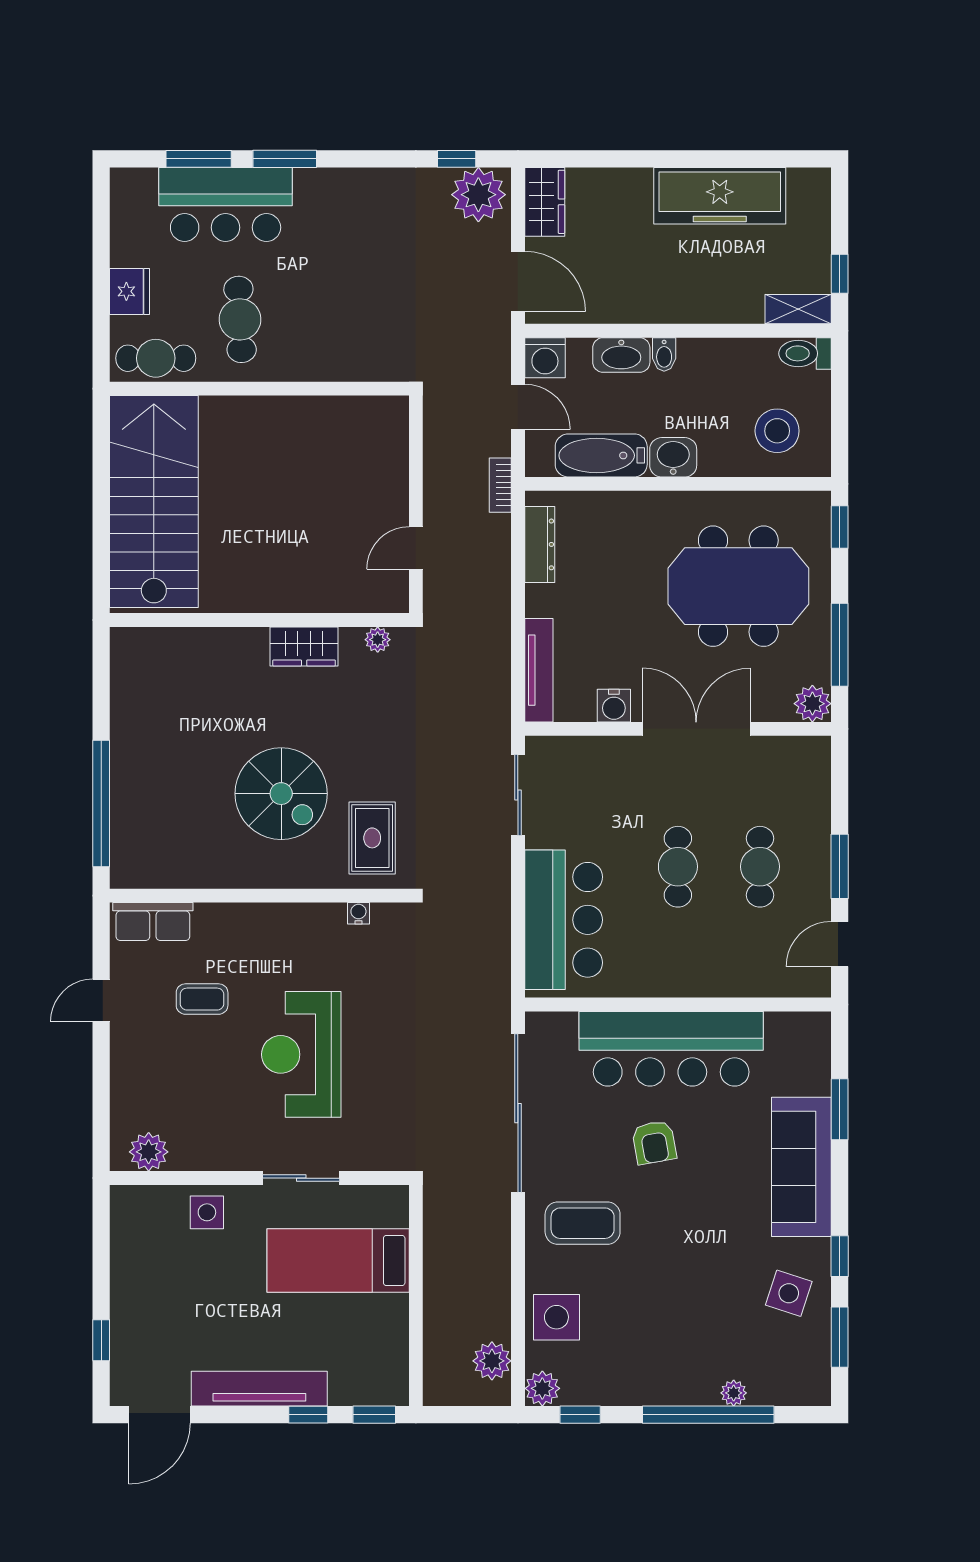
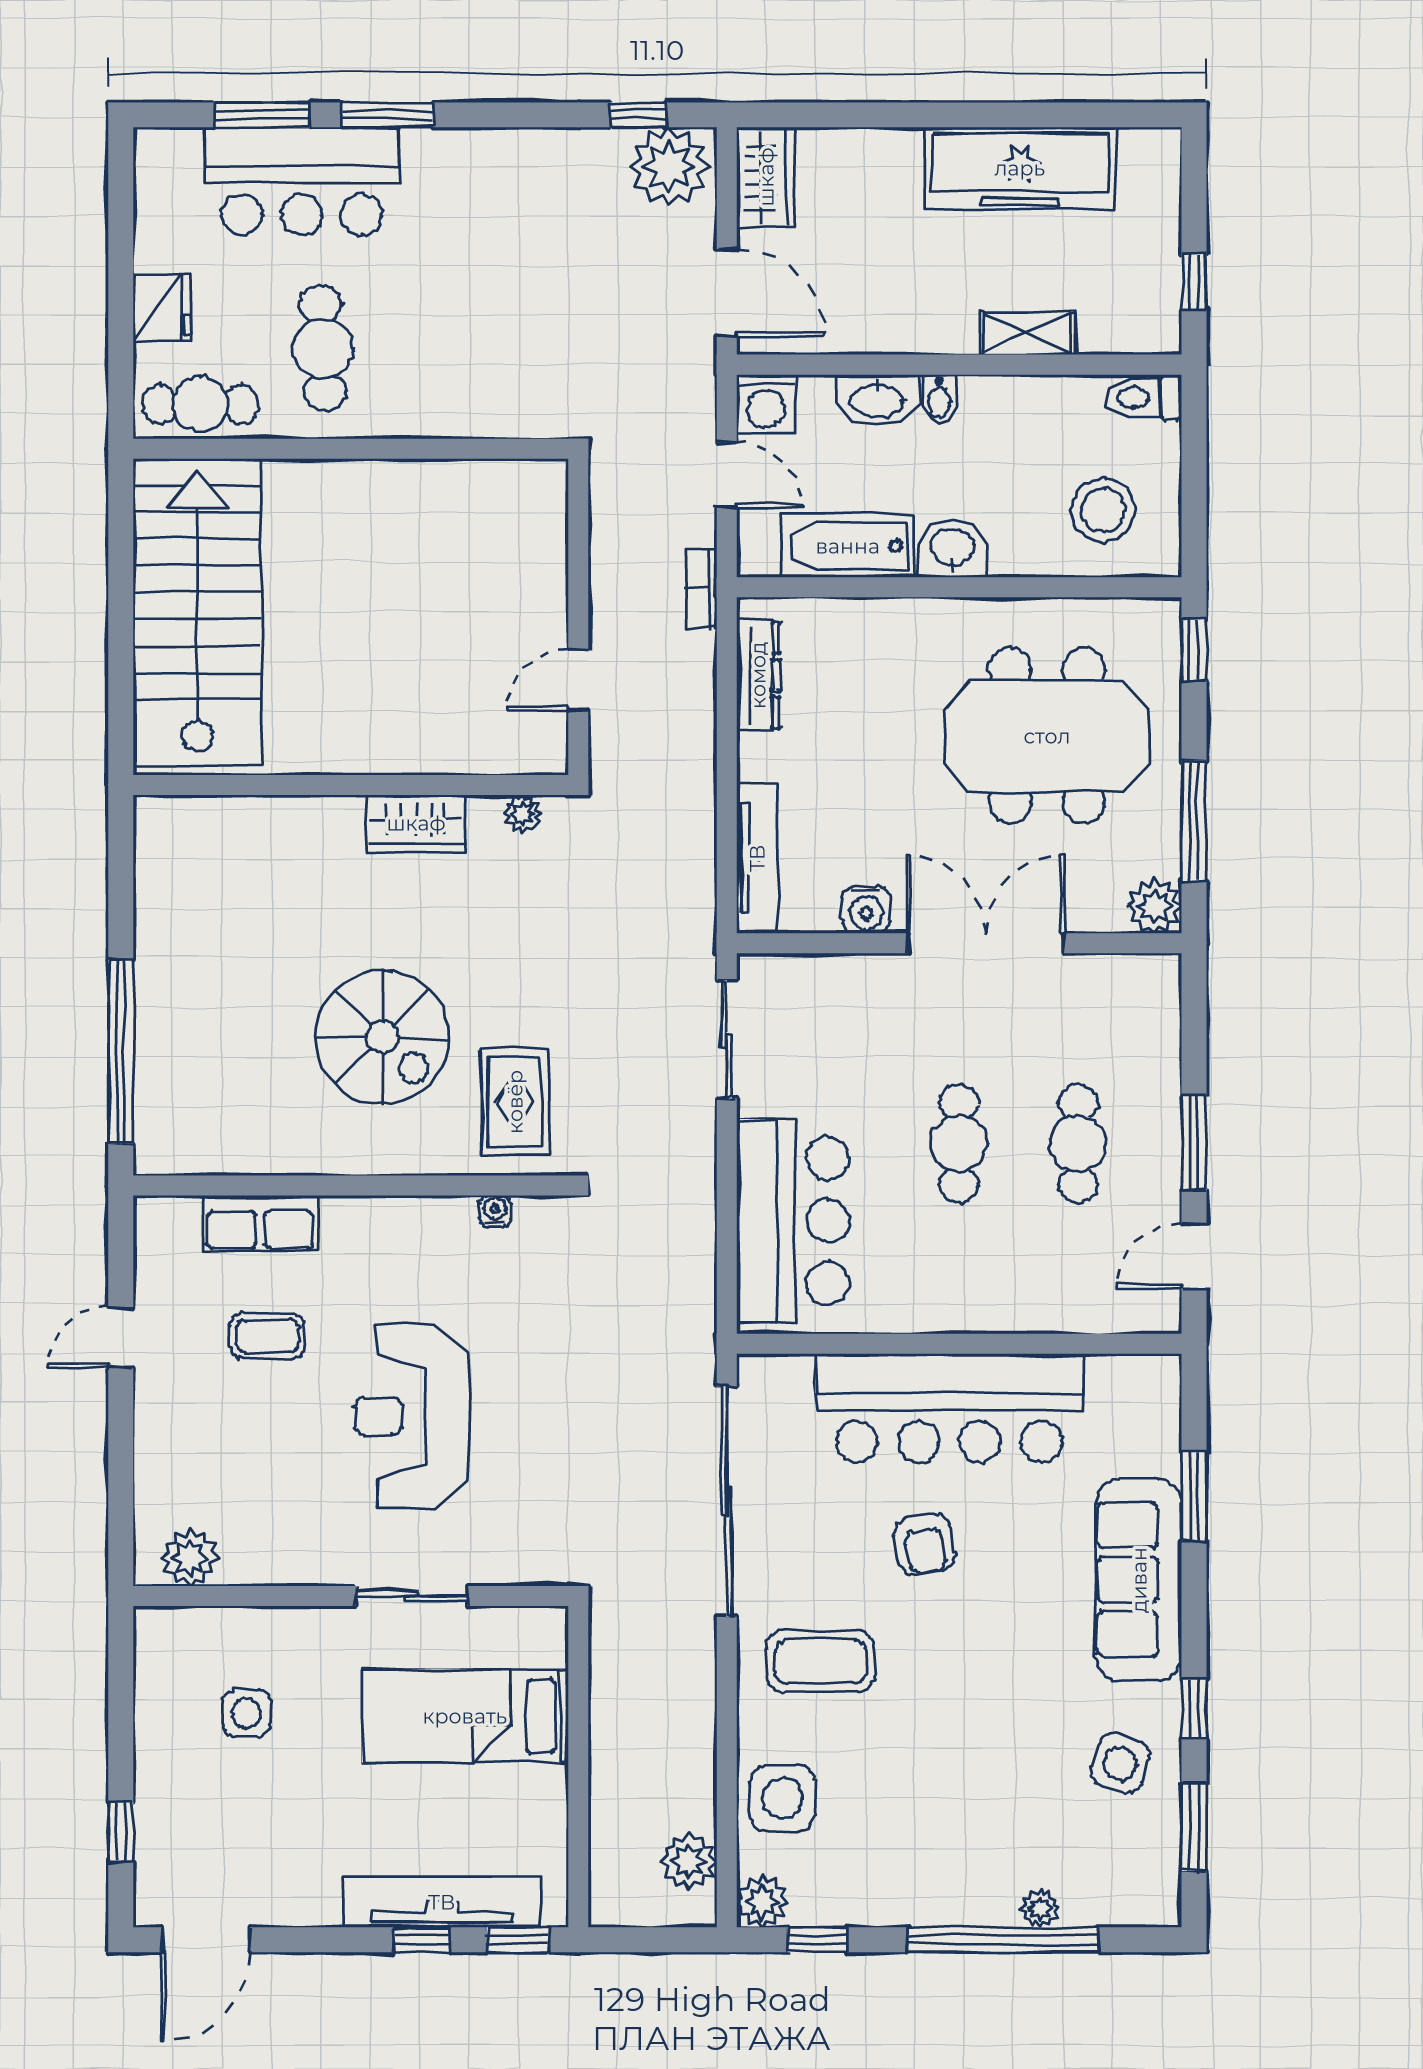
shelving: (798, 309) -> (1027, 333), moved
row of seats: (153, 922) -> (260, 1223), moved
side table: (207, 1212) -> (246, 1713), moved
tv unit: (259, 1389) -> (442, 1902), moved

